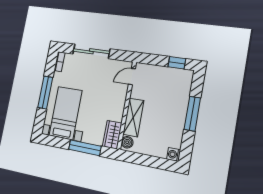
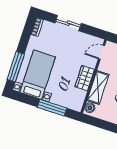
sliding door: (91, 51) -> (68, 23), width x0.73
window: (45, 92) -> (16, 67), moved
wardrobe: (112, 135) -> (85, 78), moved

